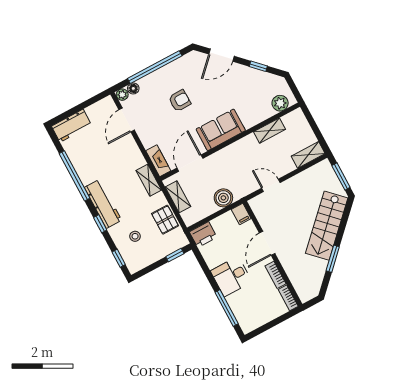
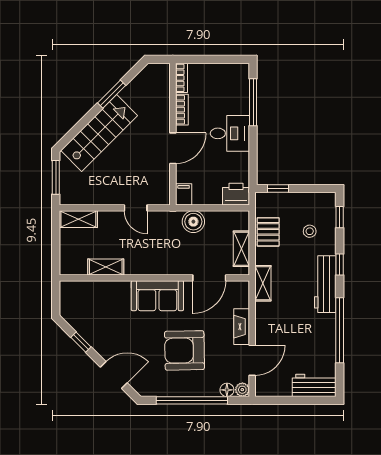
armchair: (180, 101) -> (184, 350), width x1.88, depth x1.88
plant: (280, 103) -> (79, 290), removed
fireplace: (158, 161) -> (242, 327), moved

